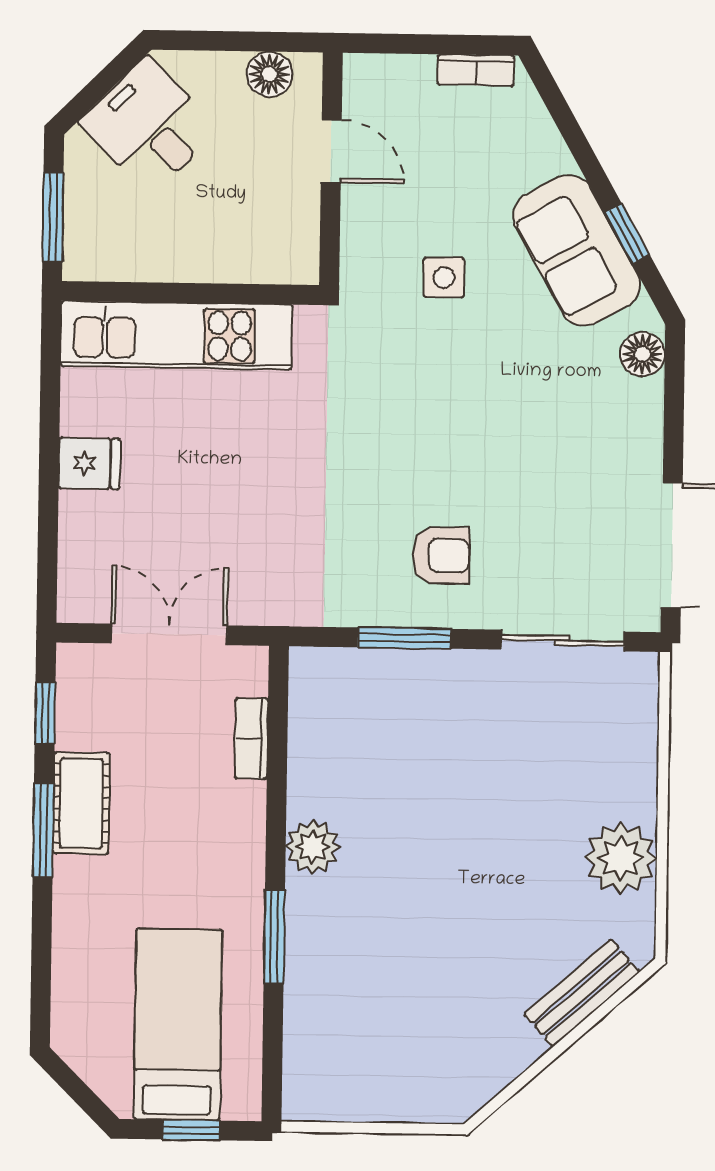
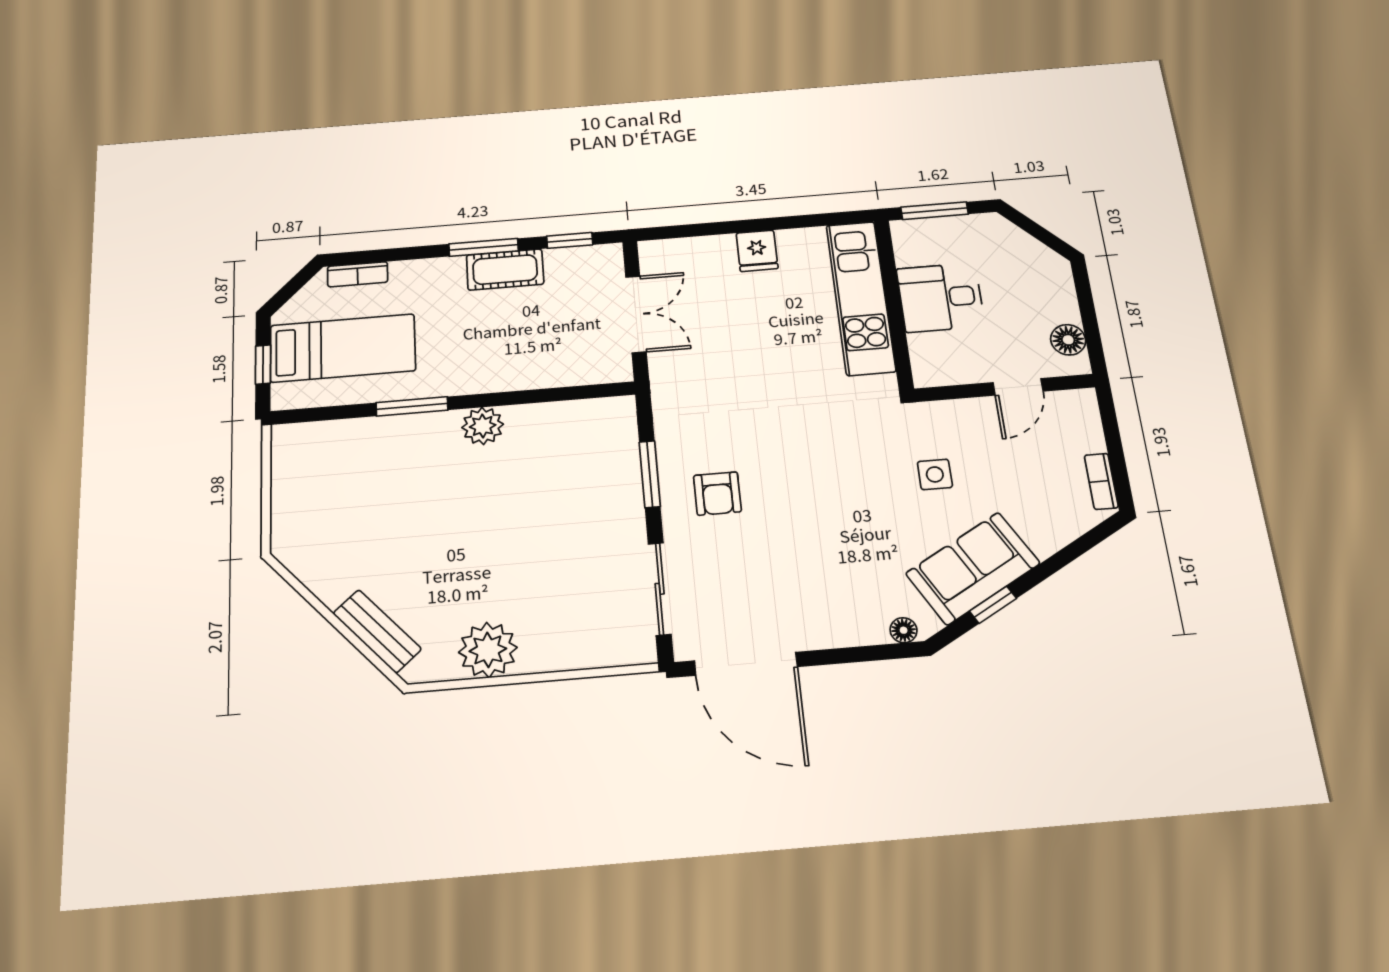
desk: (149, 126) -> (940, 297), moved, turned -135
floor lamp: (642, 354) -> (904, 630), width x0.73, depth x0.73
bookcase: (251, 738) -> (358, 274), moved, turned 180

